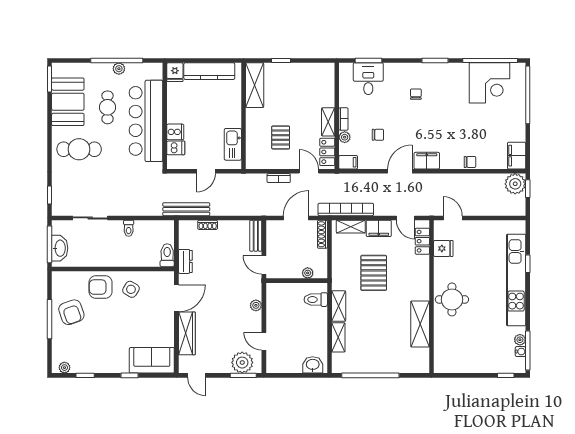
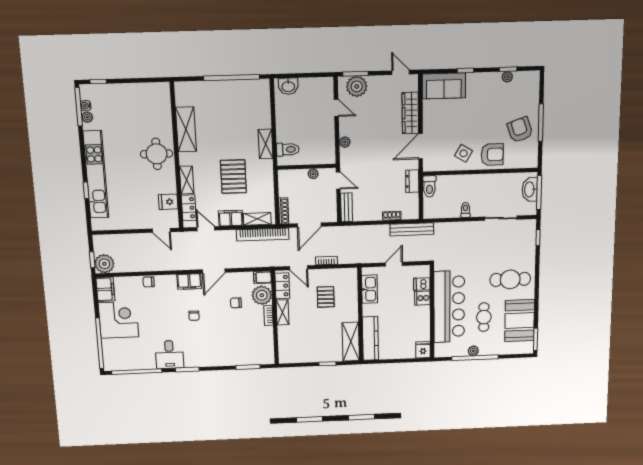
kitchen counter: (209, 71) -> (370, 338), moved, turned 90
desk: (368, 79) -> (169, 355), moved
corner desk: (490, 83) -> (118, 320), moved, turned 90
chair: (416, 94) -> (194, 316), moved
plant: (345, 137) -> (262, 295), width x1.88, depth x1.88
plant: (308, 273) -> (313, 174), moved
shelving: (338, 337) -> (187, 180), moved
plant: (64, 368) -> (507, 77), moved

